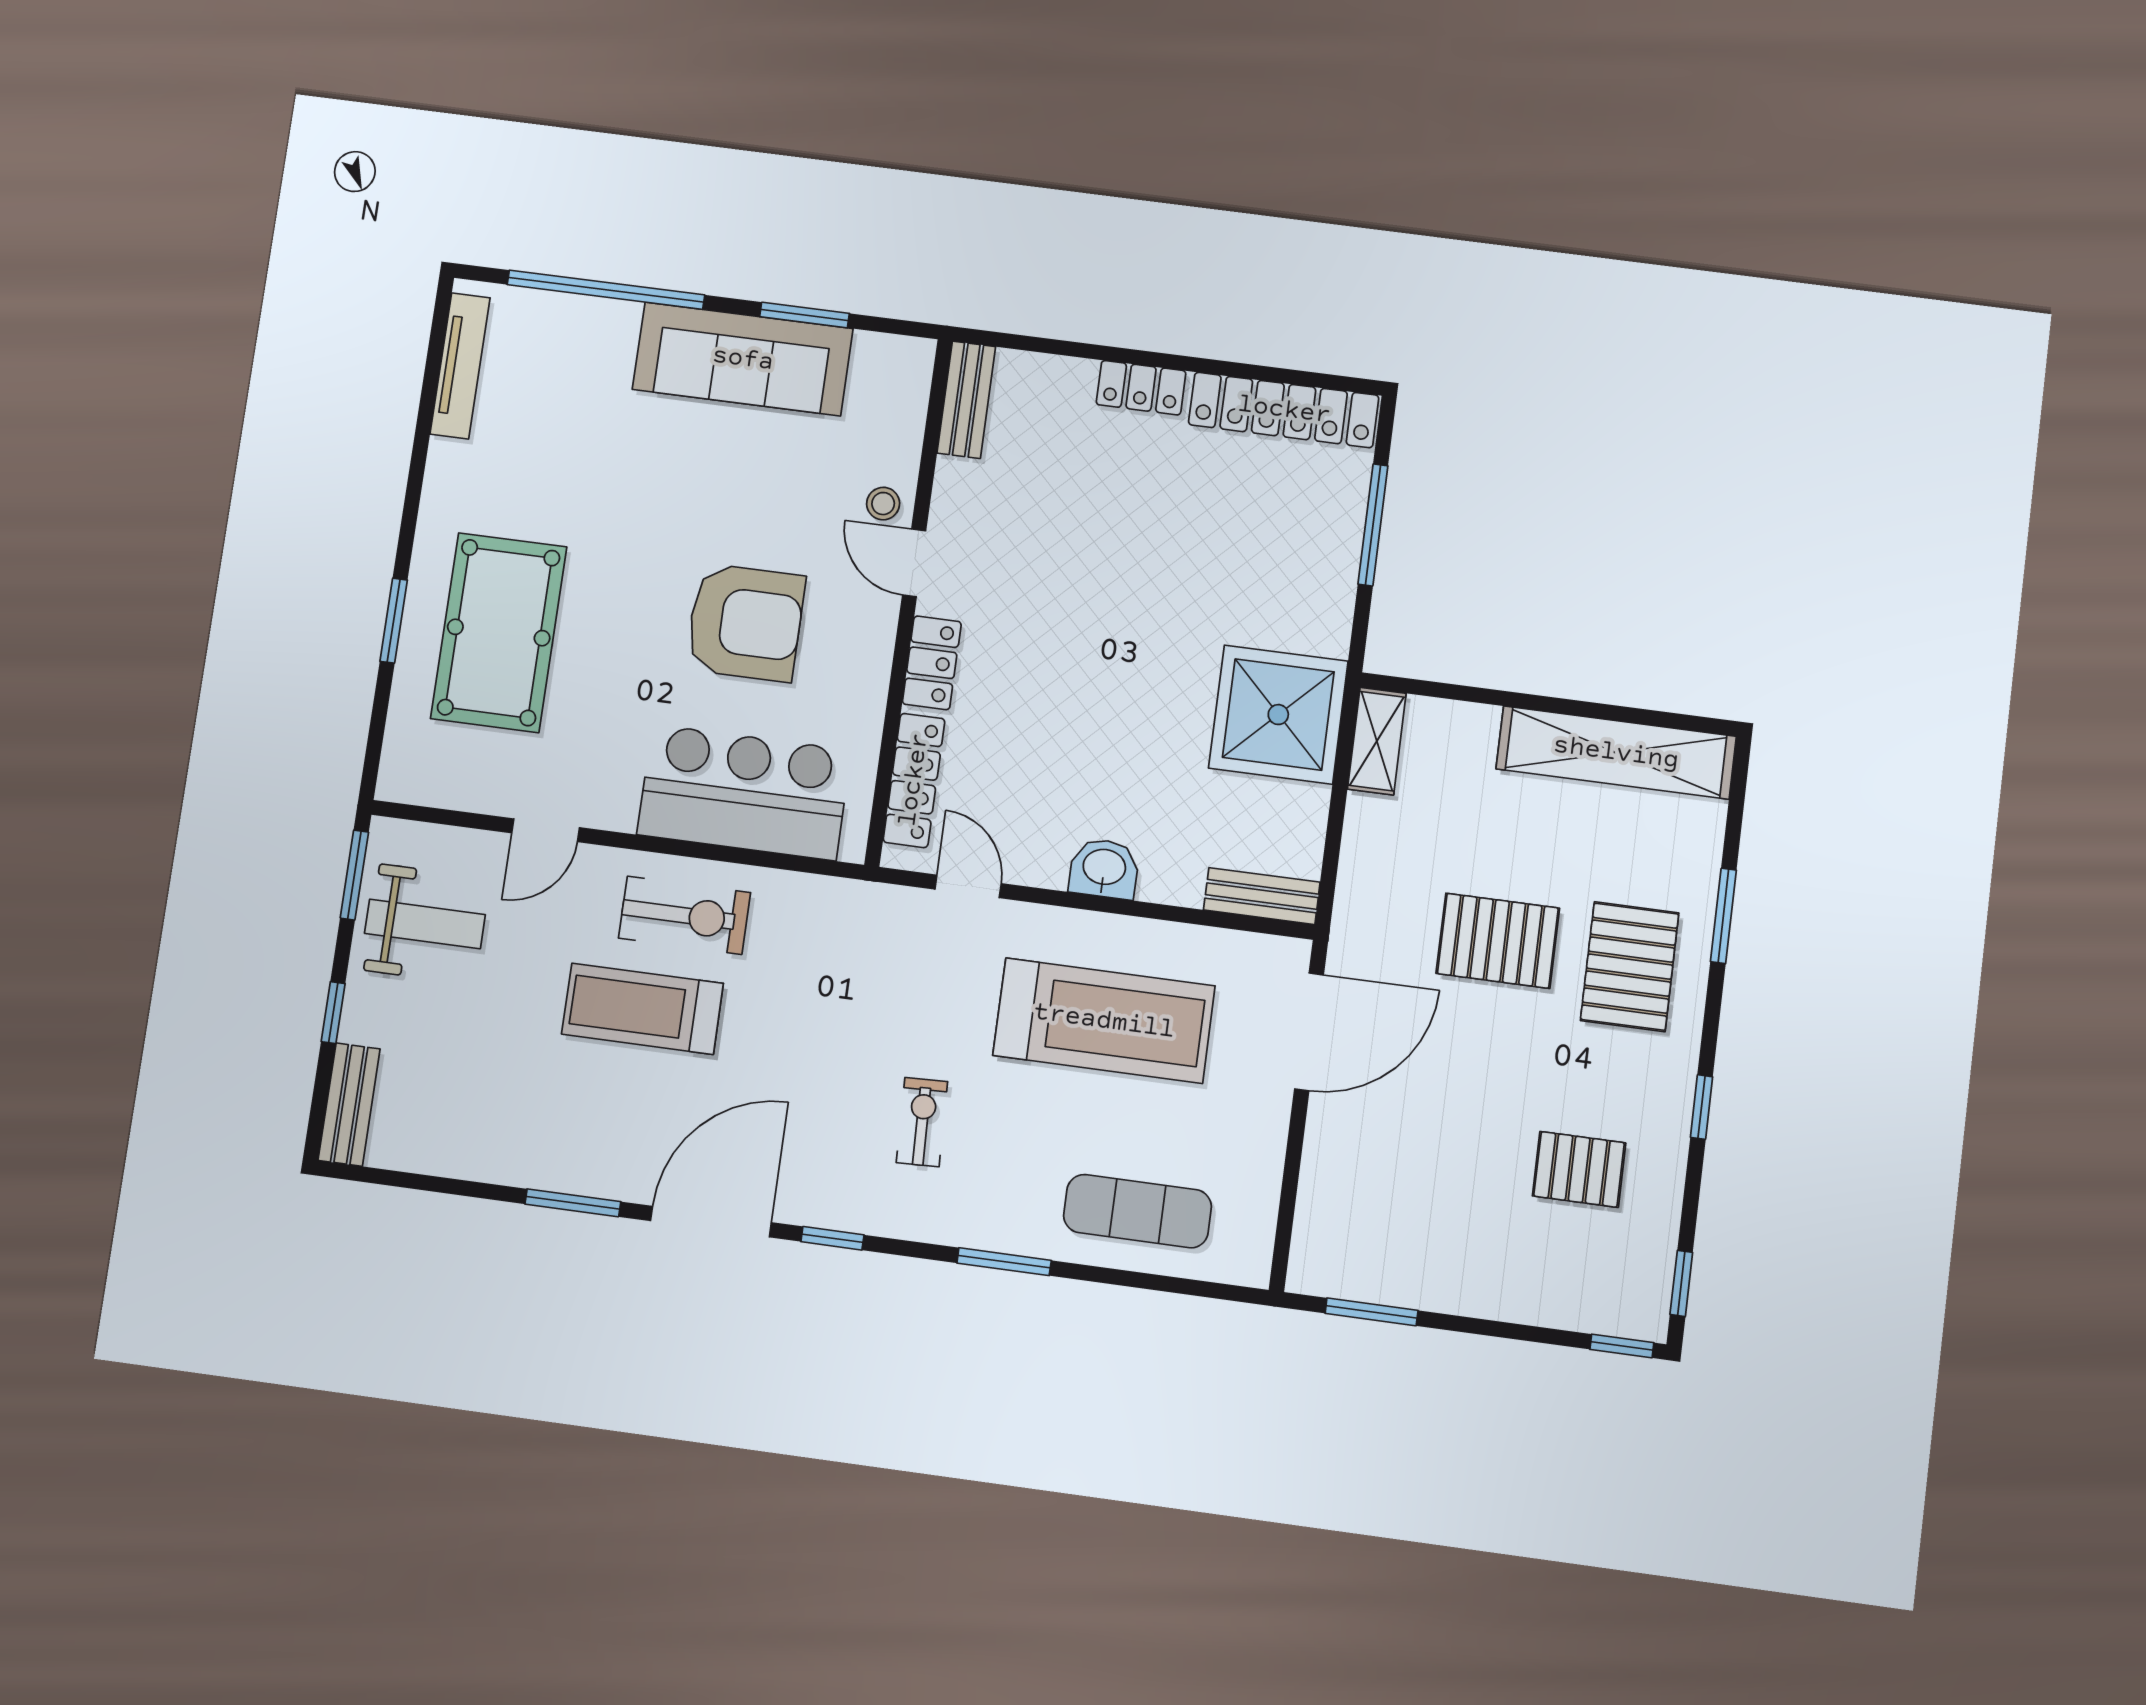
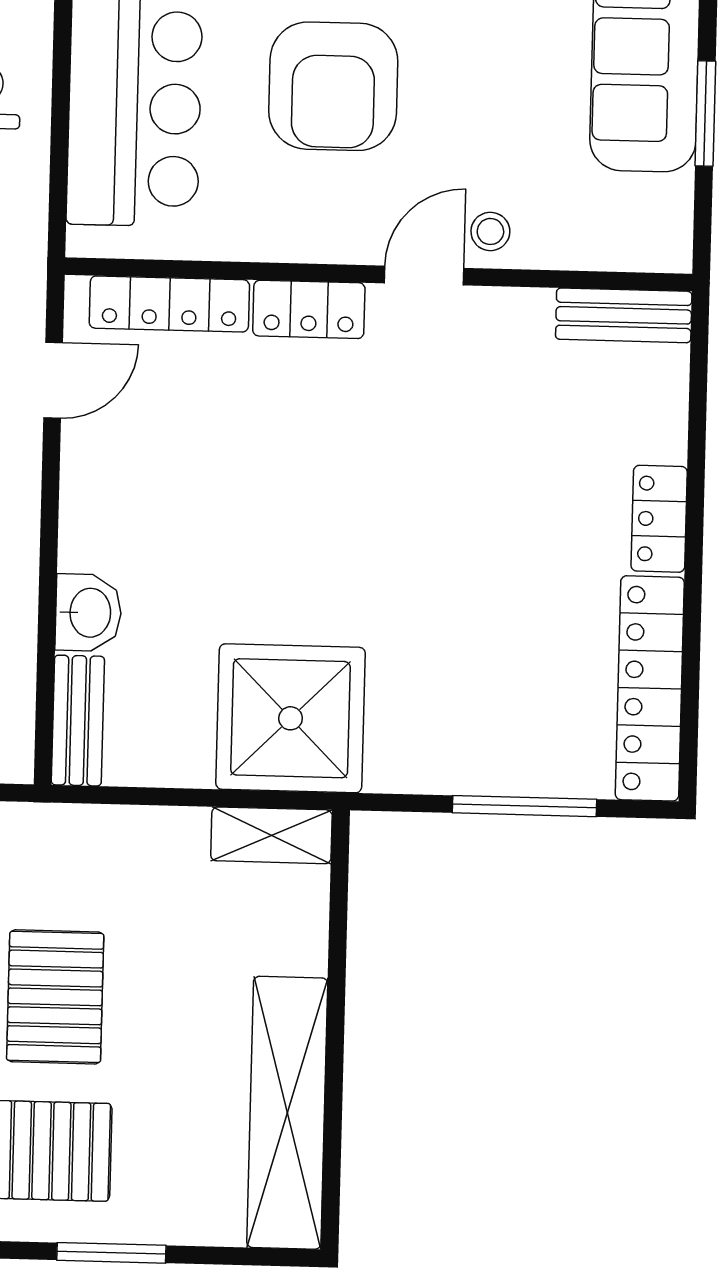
washbasin: (1104, 869) -> (88, 613), moved

